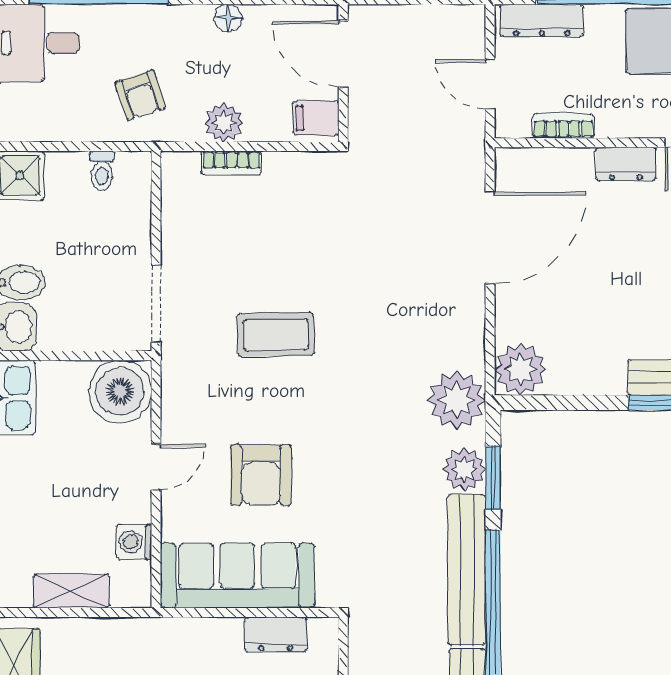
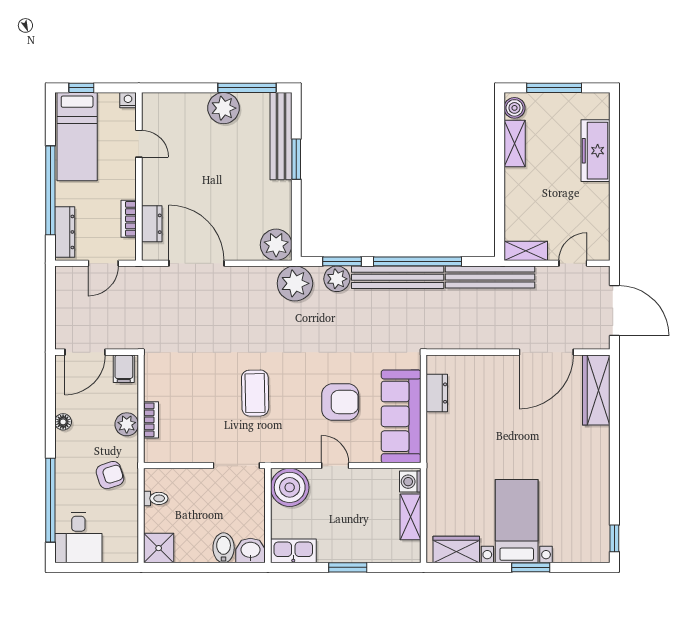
dresser: (626, 164) -> (152, 224), moved
washing machine: (134, 542) -> (410, 482), moved, turned 90

